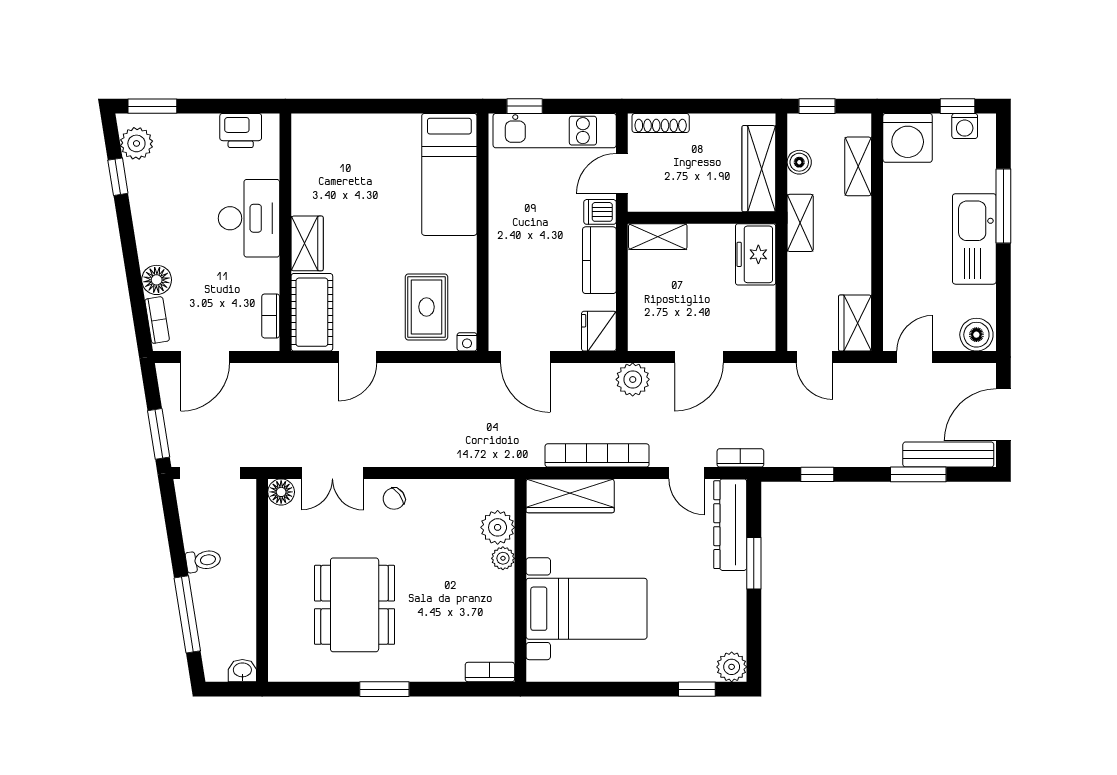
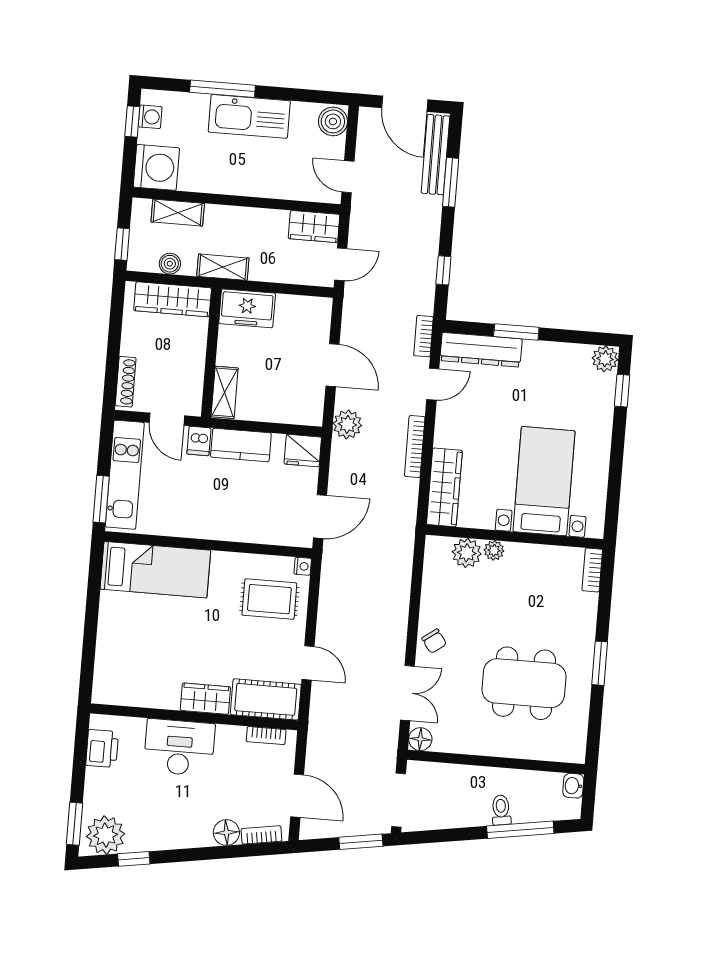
window: (525, 106) -> (101, 499), width x1.50
plant: (136, 143) -> (106, 835), width x1.36, depth x1.36
bookcase: (597, 455) -> (415, 447), width x0.68, depth x0.76
toilet: (203, 561) -> (501, 810), moved

